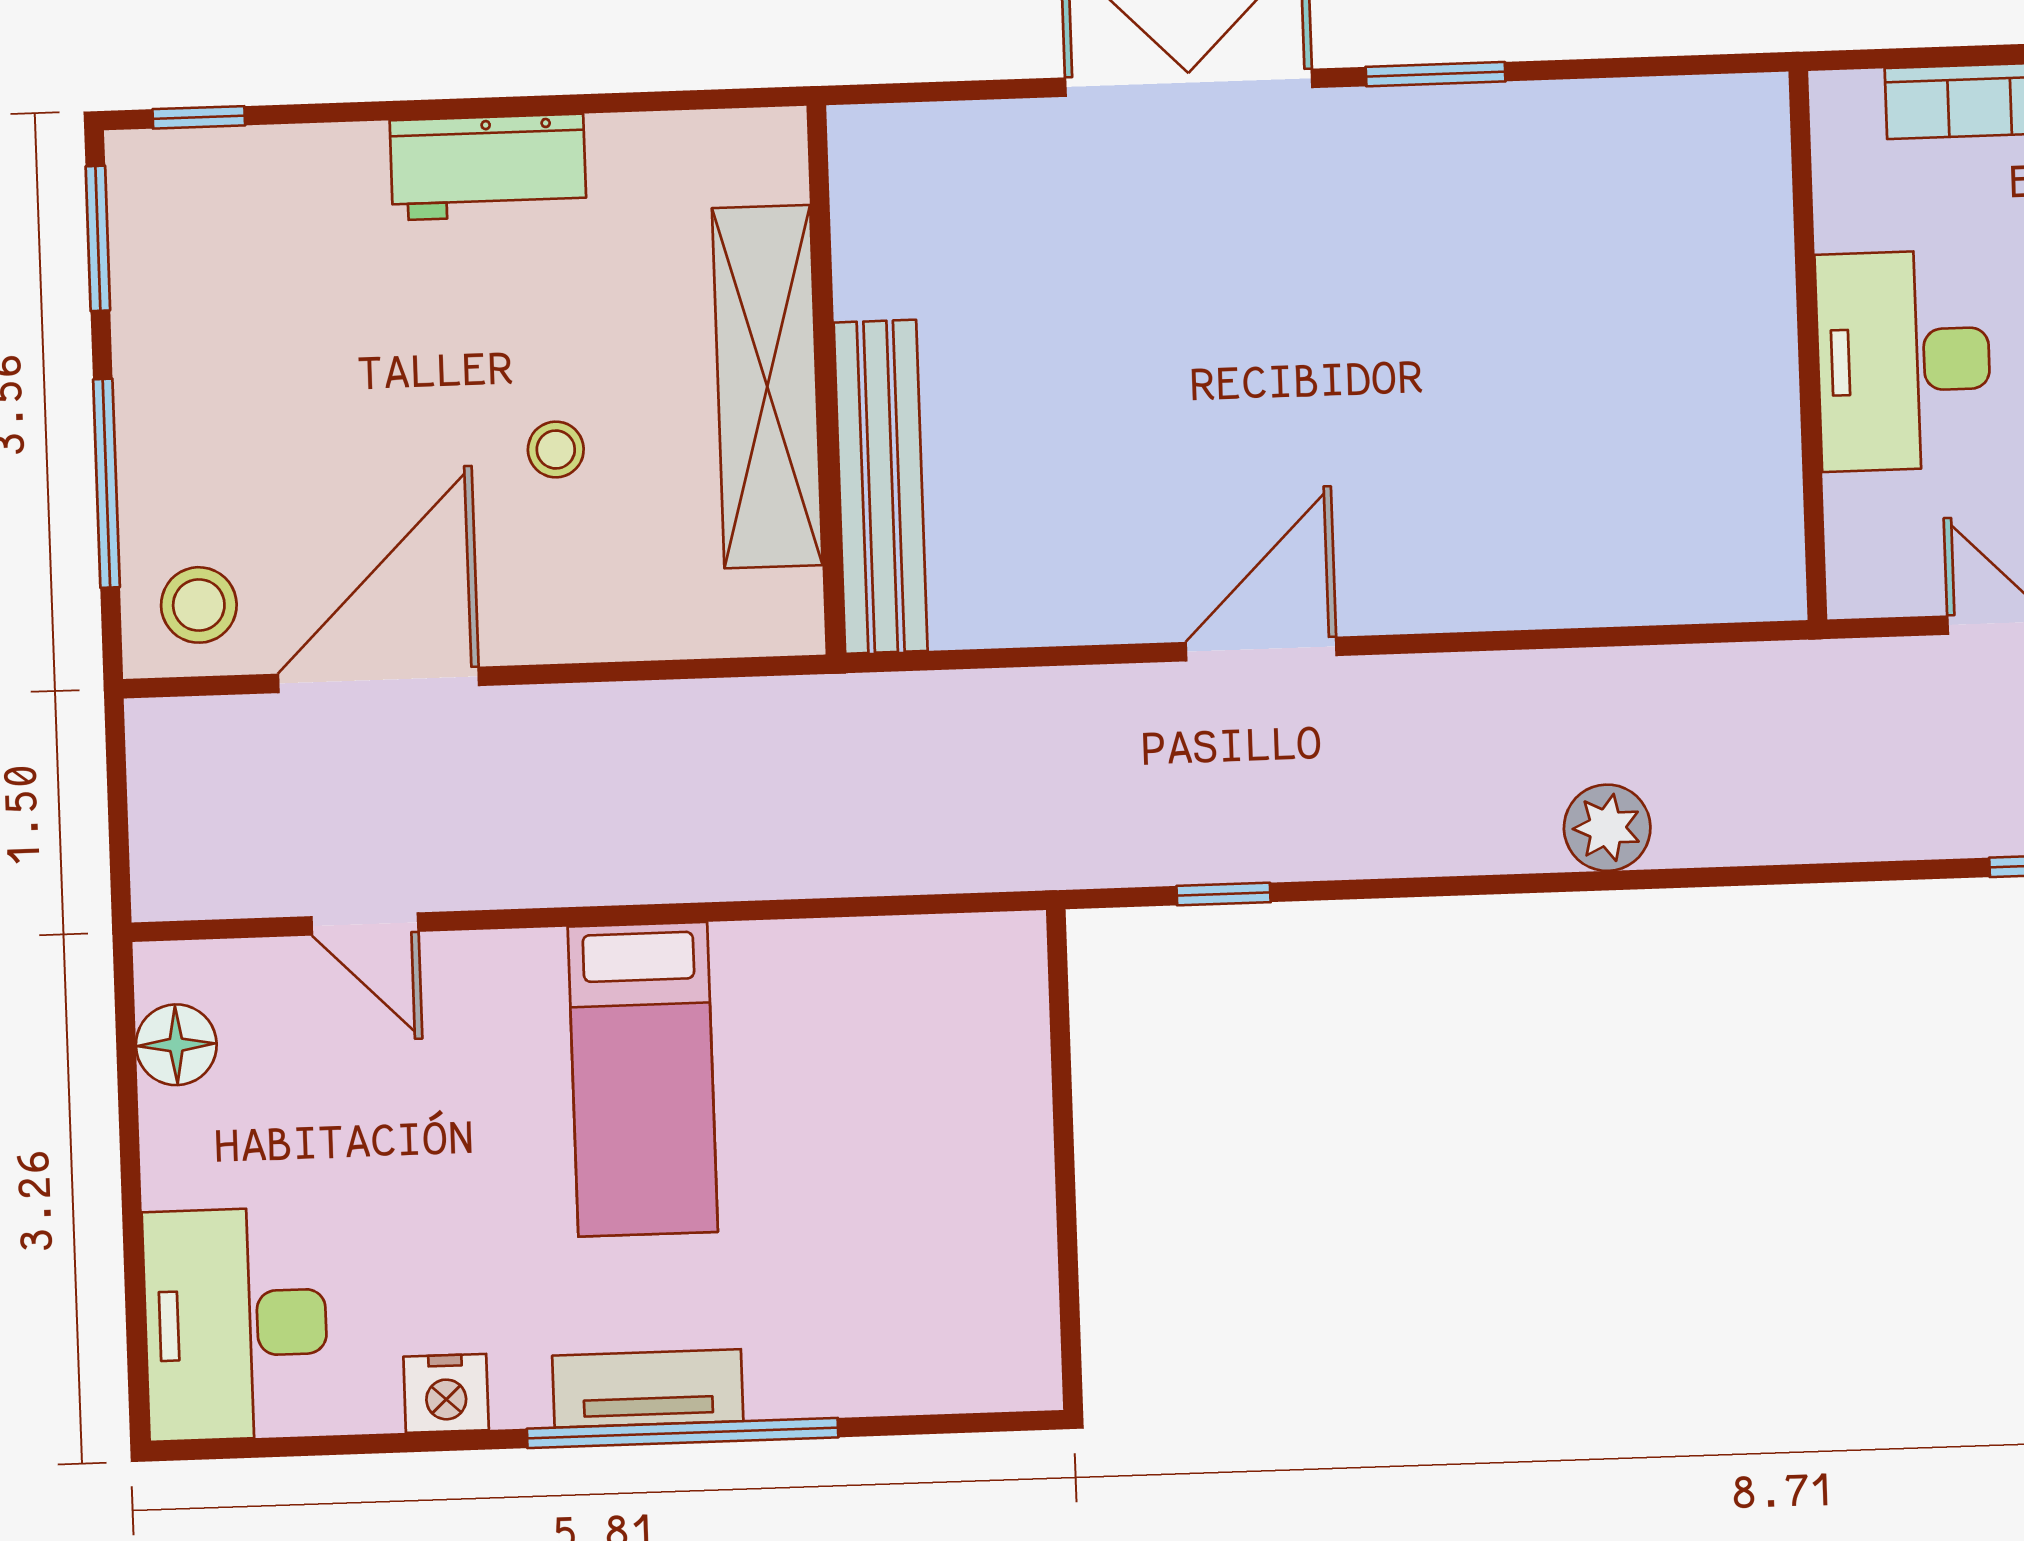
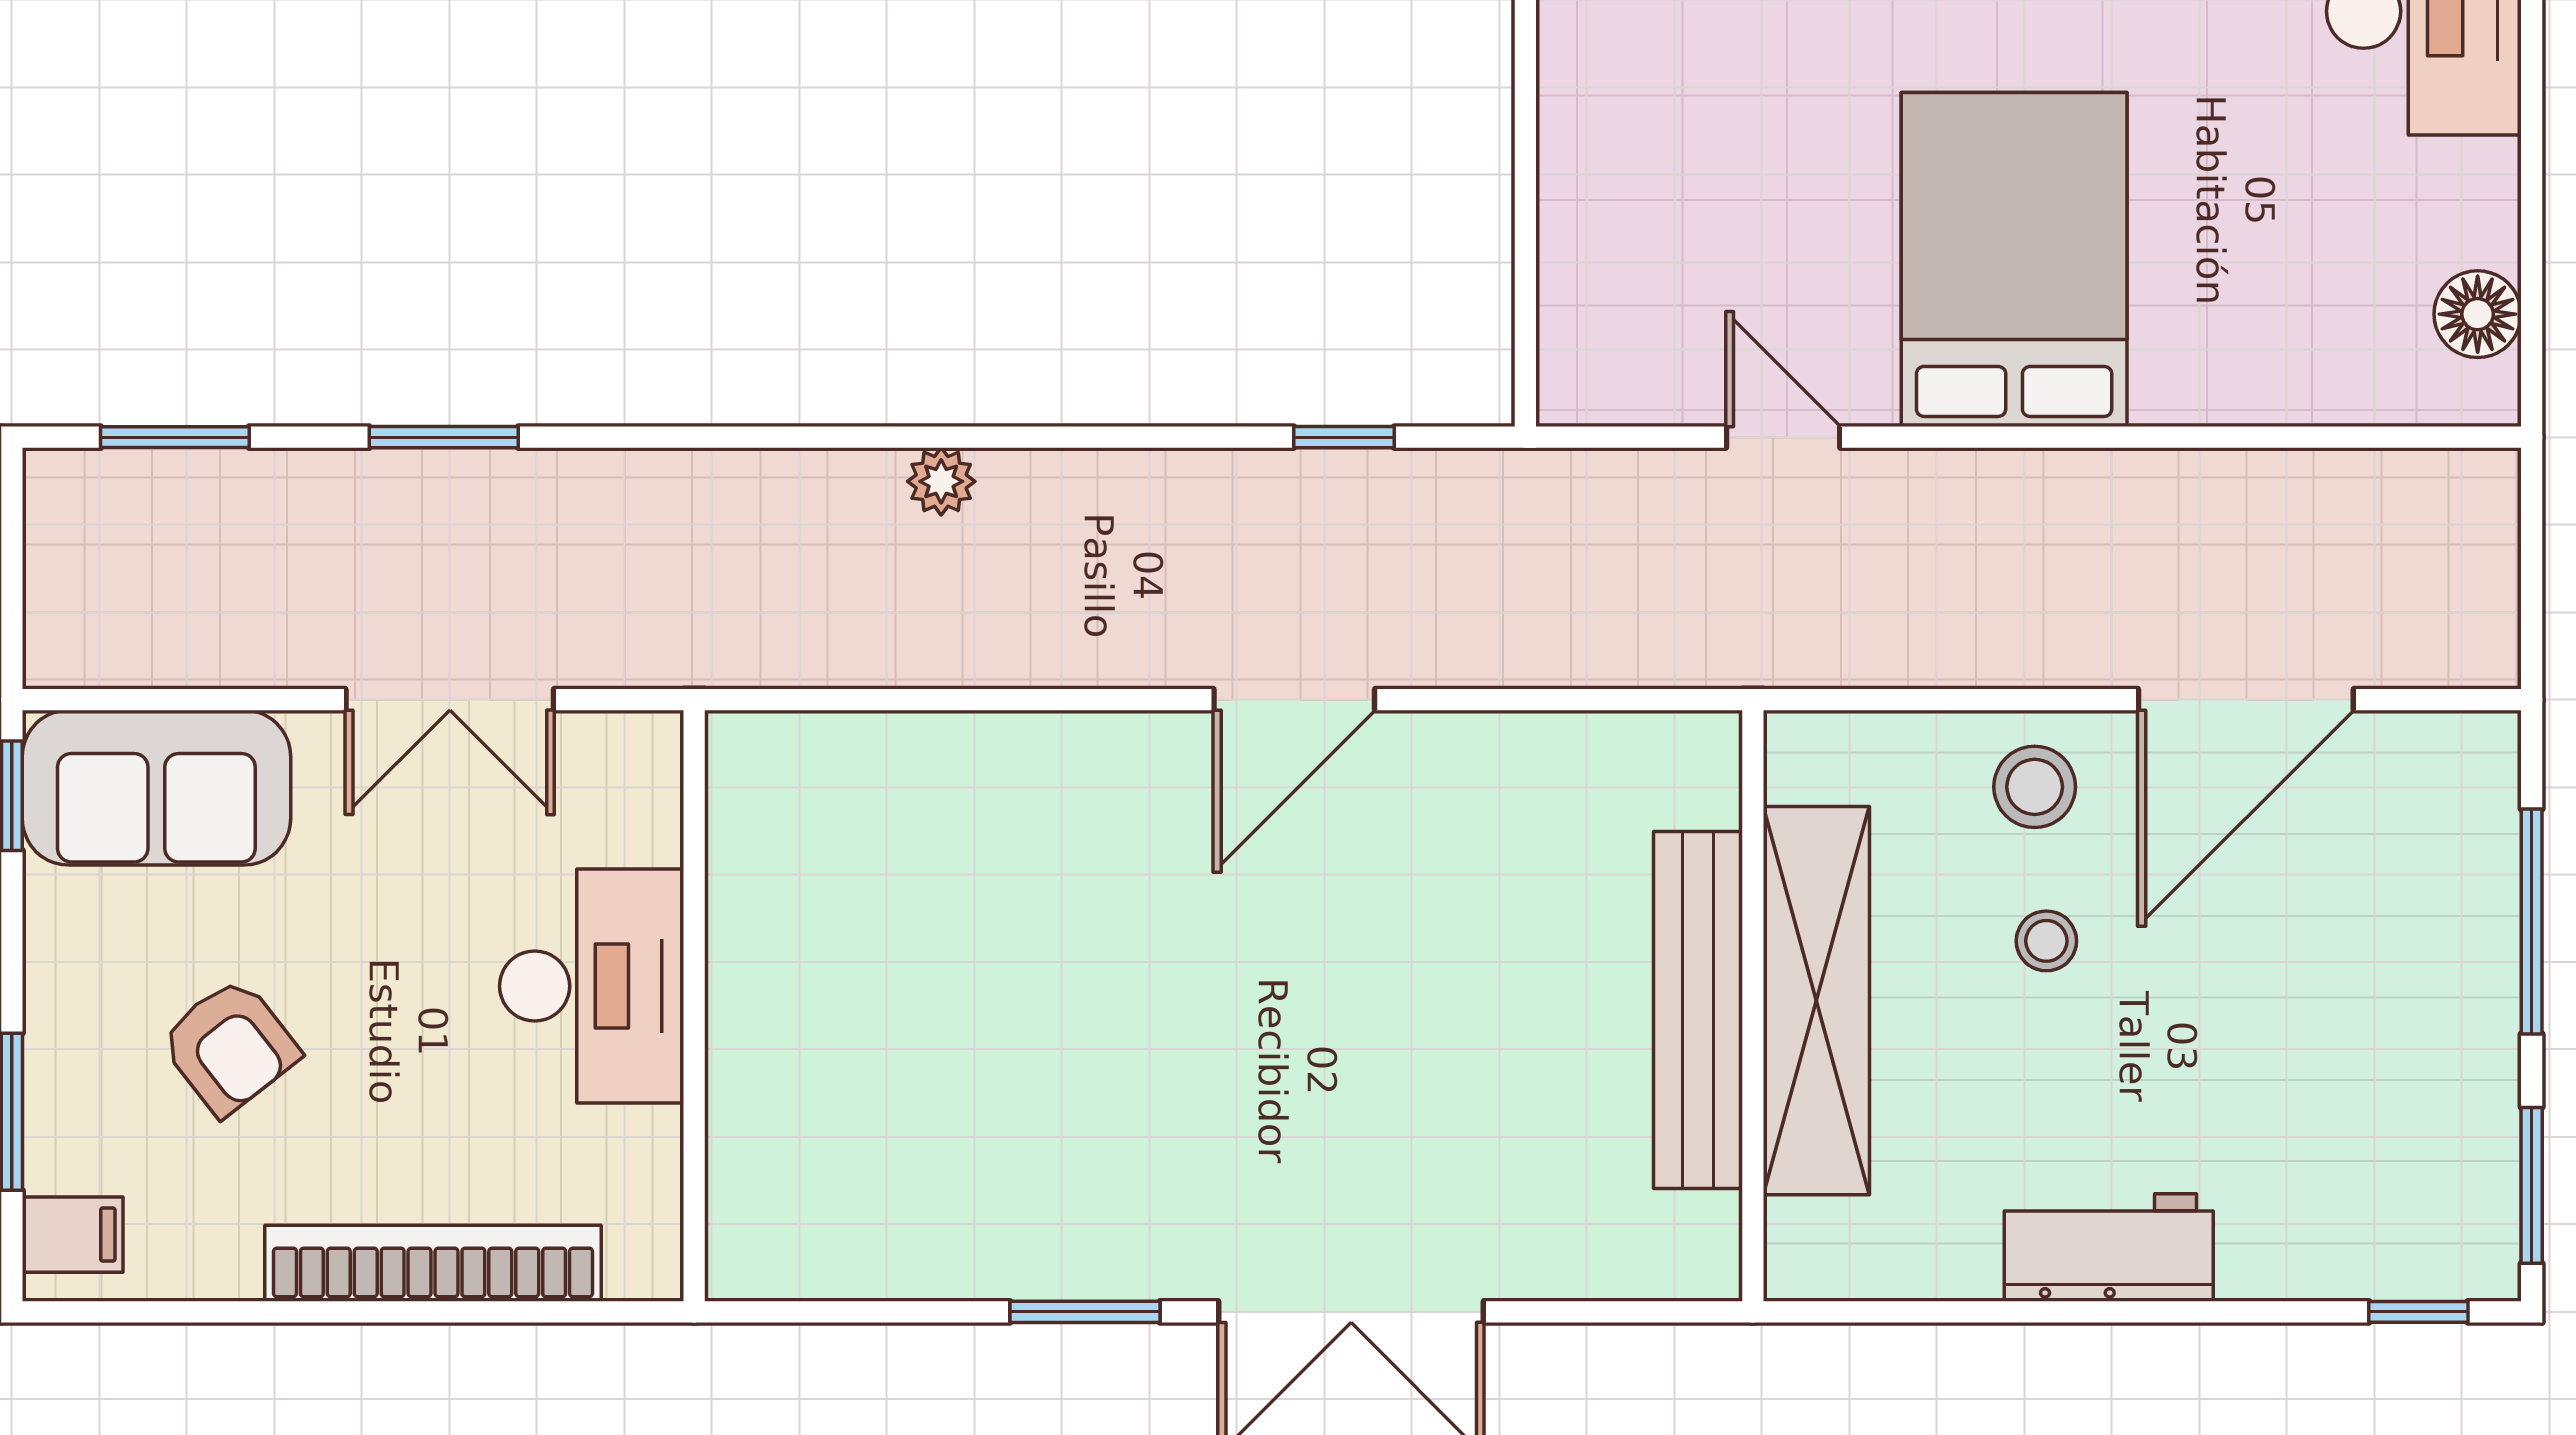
bench: (881, 487) -> (1698, 1010), moved
stool: (199, 605) -> (2035, 787), moved
plant: (1607, 828) -> (941, 481), width x0.73, depth x0.73
door: (365, 924) -> (1783, 437), moved
bed: (643, 1079) -> (2014, 259), width x1.50

